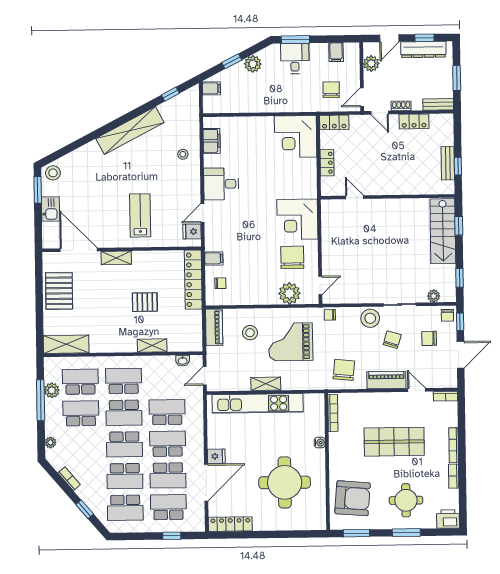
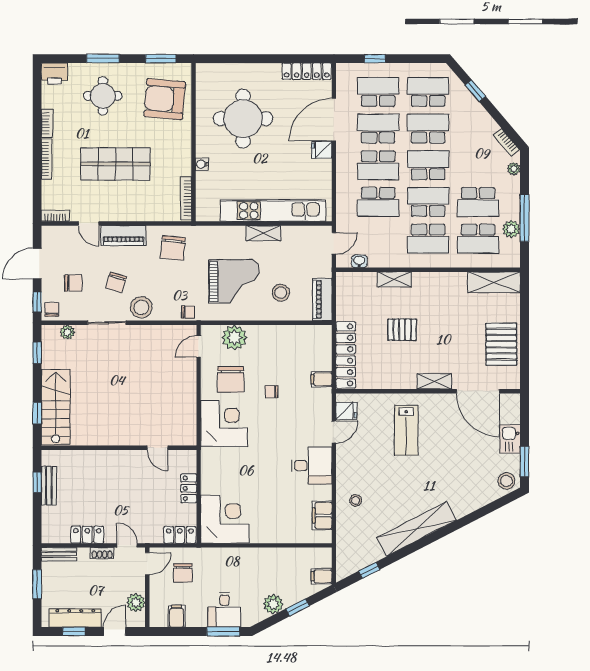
chair: (220, 283) -> (271, 392), moved
bookcase: (69, 479) -> (506, 142), moved
school desk: (168, 507) -> (378, 92), turned 180

